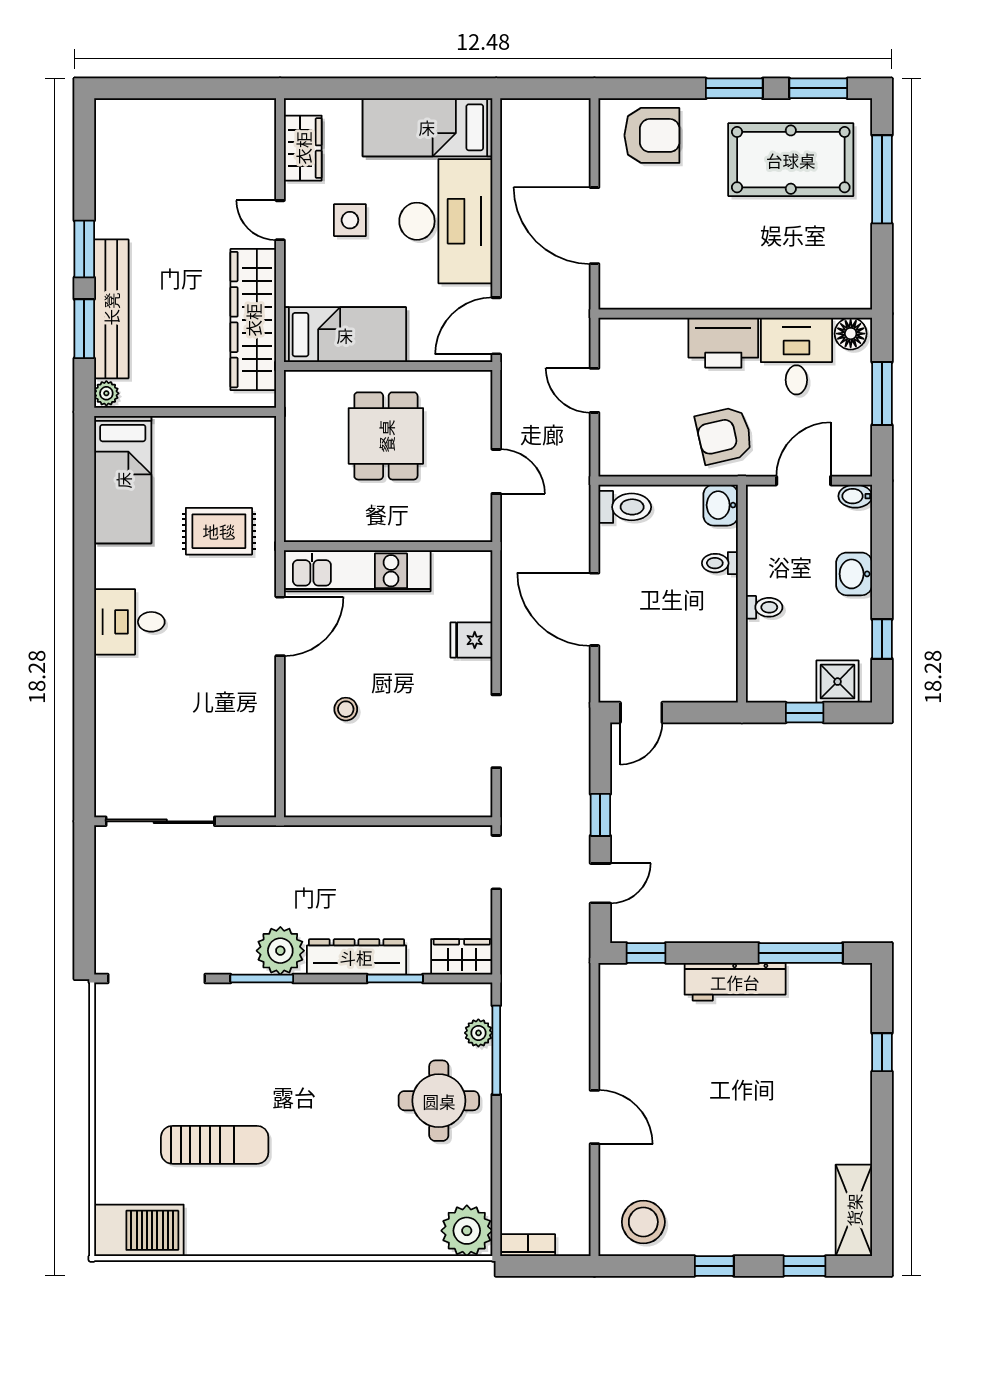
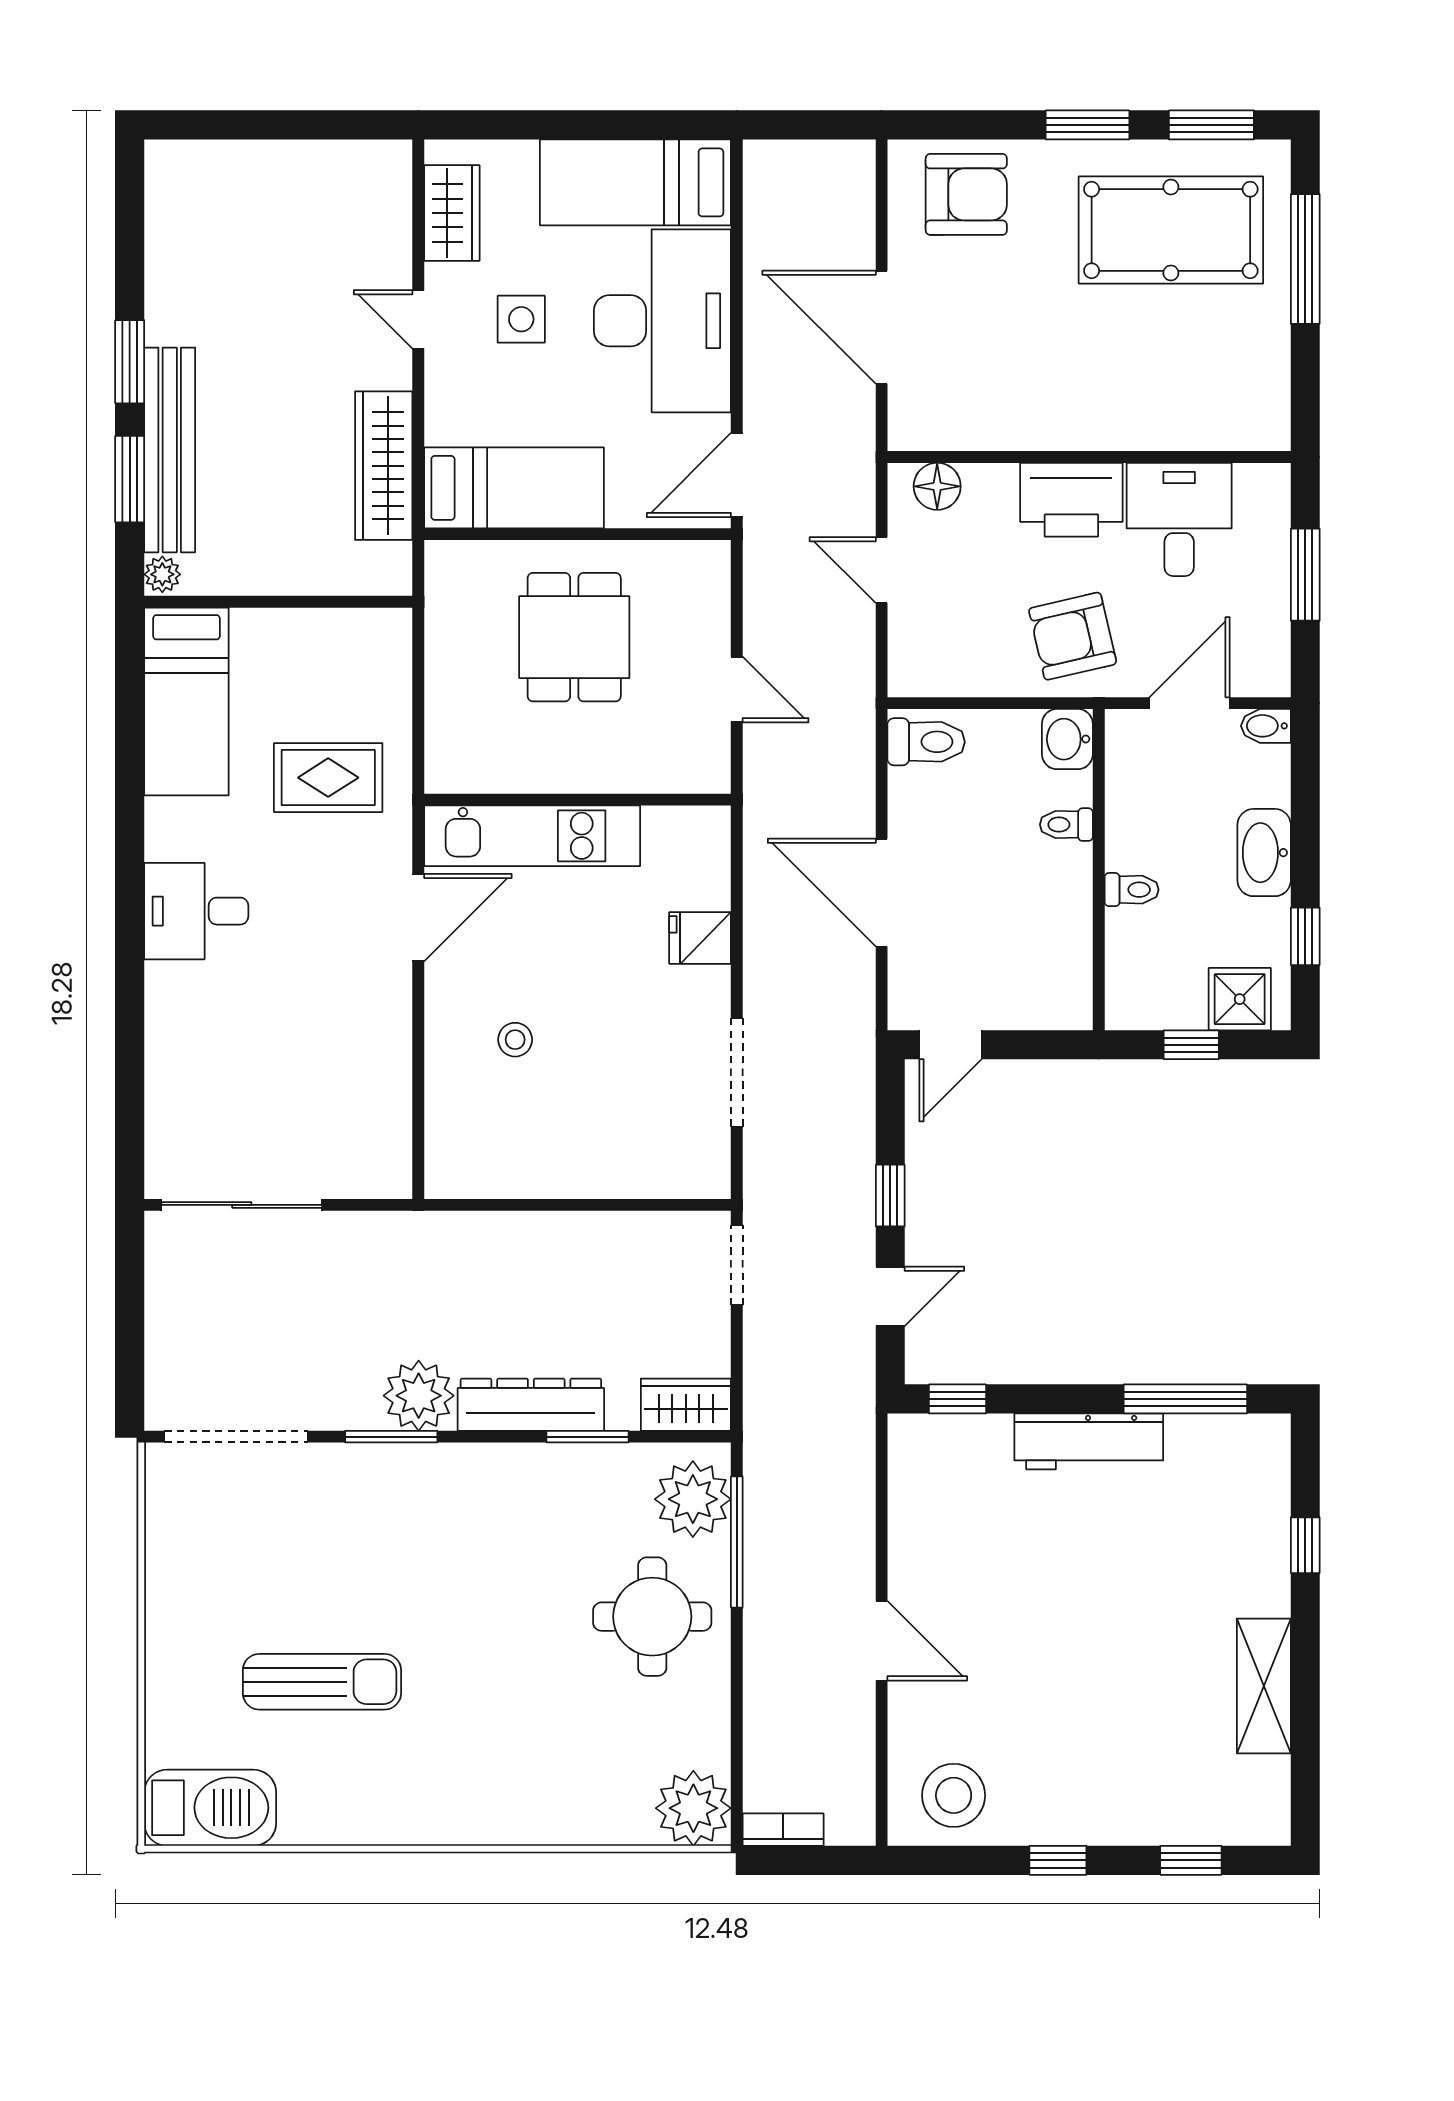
wardrobe: (253, 320) -> (384, 466), width x0.71, depth x0.85
floor lamp: (851, 334) -> (937, 486), moved
washbasin: (854, 574) -> (1264, 853), width x1.38
plant: (478, 1033) -> (693, 1499), width x1.88, depth x1.88
shelving: (854, 1210) -> (1264, 1686), moved

